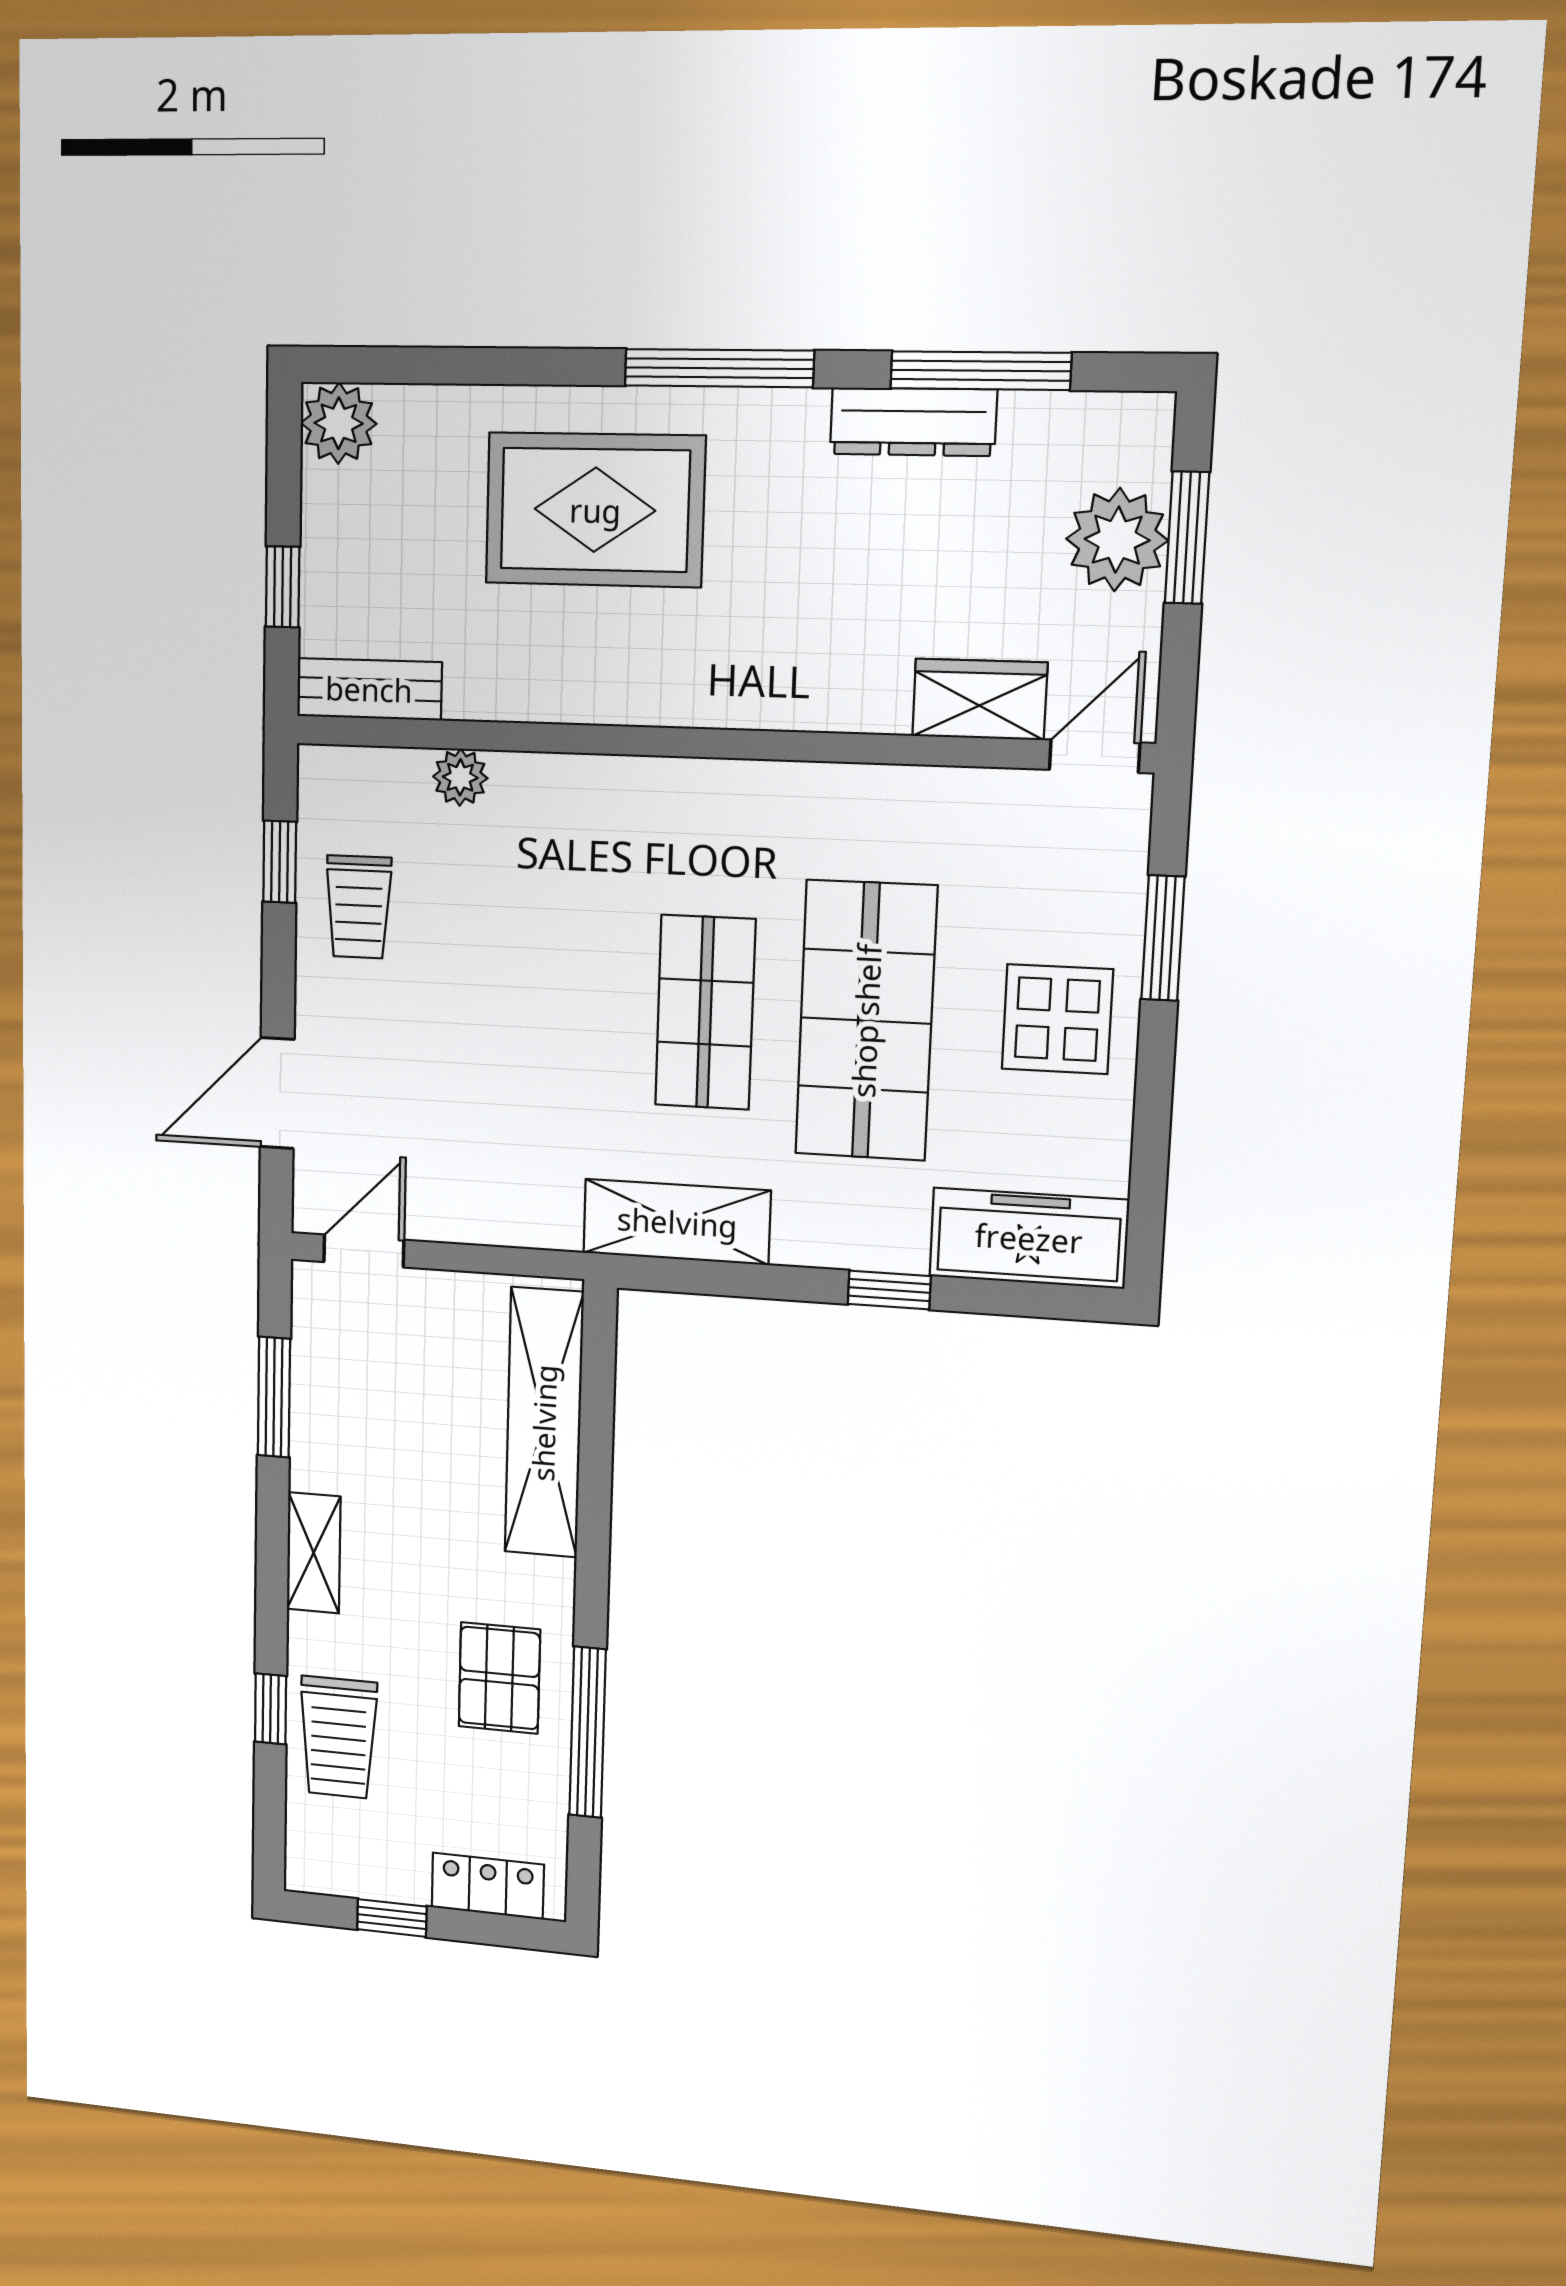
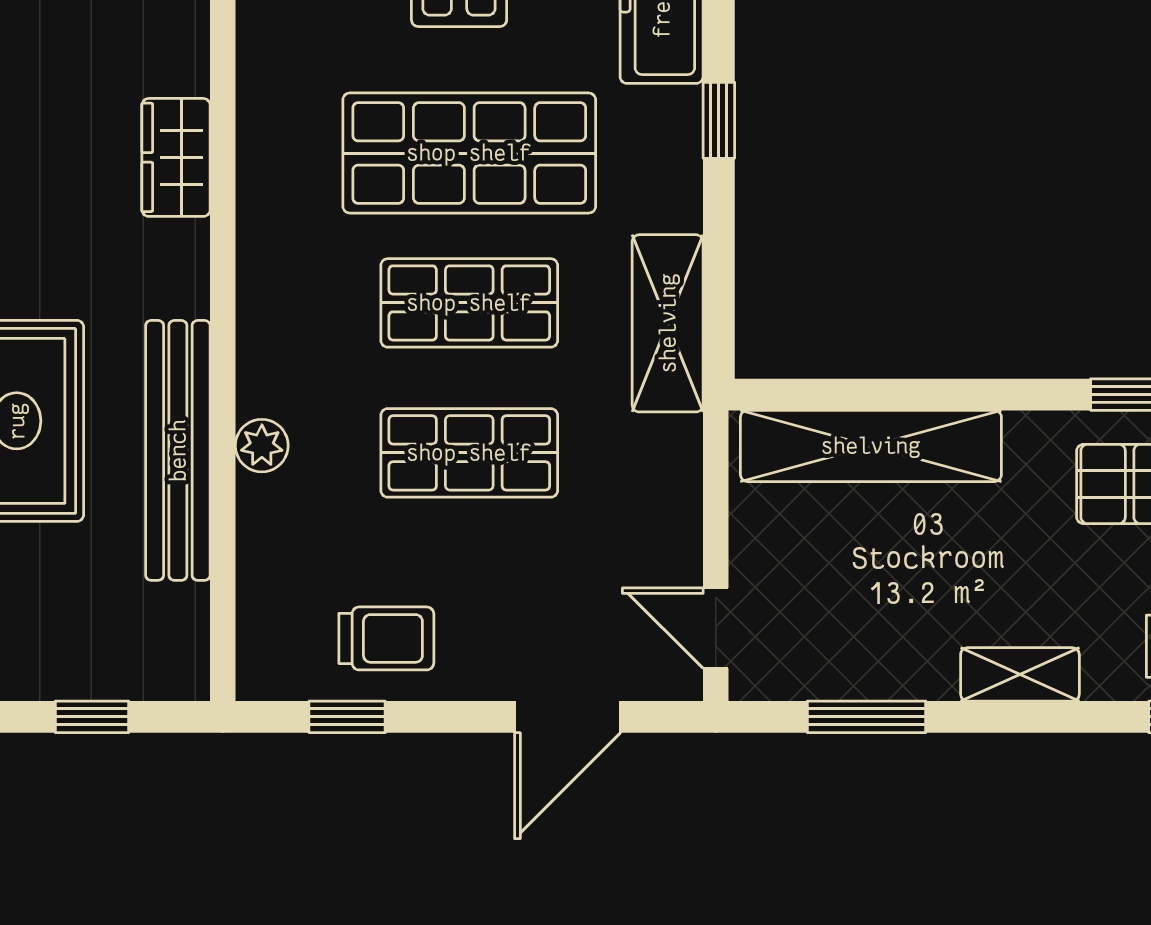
bench: (369, 689) -> (178, 450), moved, width x1.86, depth x1.21
wardrobe: (980, 699) -> (176, 157), moved
plant: (460, 777) -> (262, 446), moved
shop shelf: (548, 1004) -> (469, 453), added
door: (277, 1093) -> (568, 717), hinge flipped

